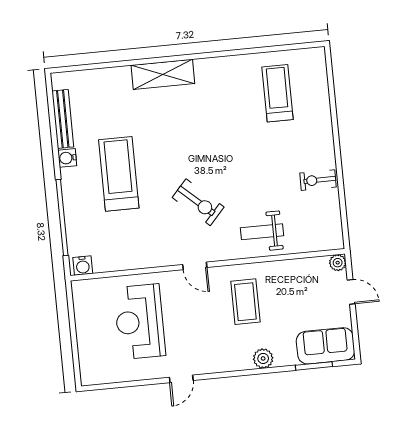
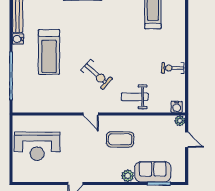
treadmill: (119, 174) -> (49, 52), turned 180
water cooler: (83, 266) -> (177, 107), moved
coffee table: (245, 302) -> (120, 139), turned 90
reception desk: (140, 322) -> (37, 146), moved, turned -90
sofa: (325, 346) -> (153, 172), moved

